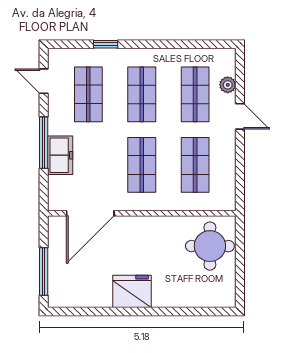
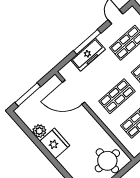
freezer: (60, 155) -> (88, 55), width x1.40
plant: (100, 297) -> (39, 131), added

